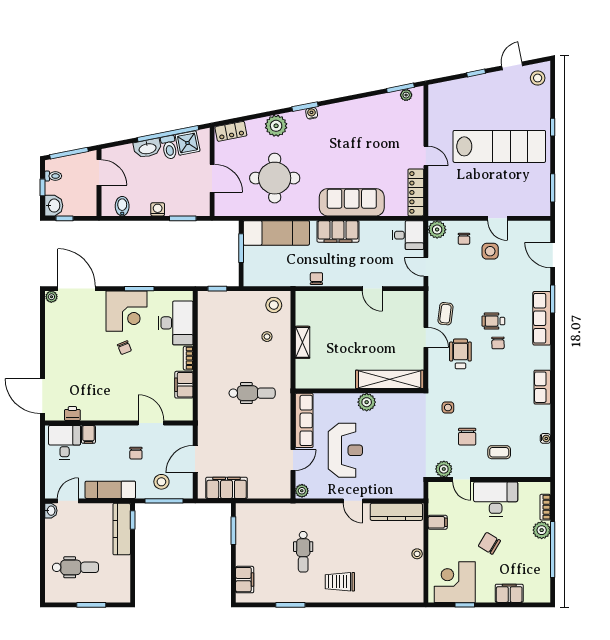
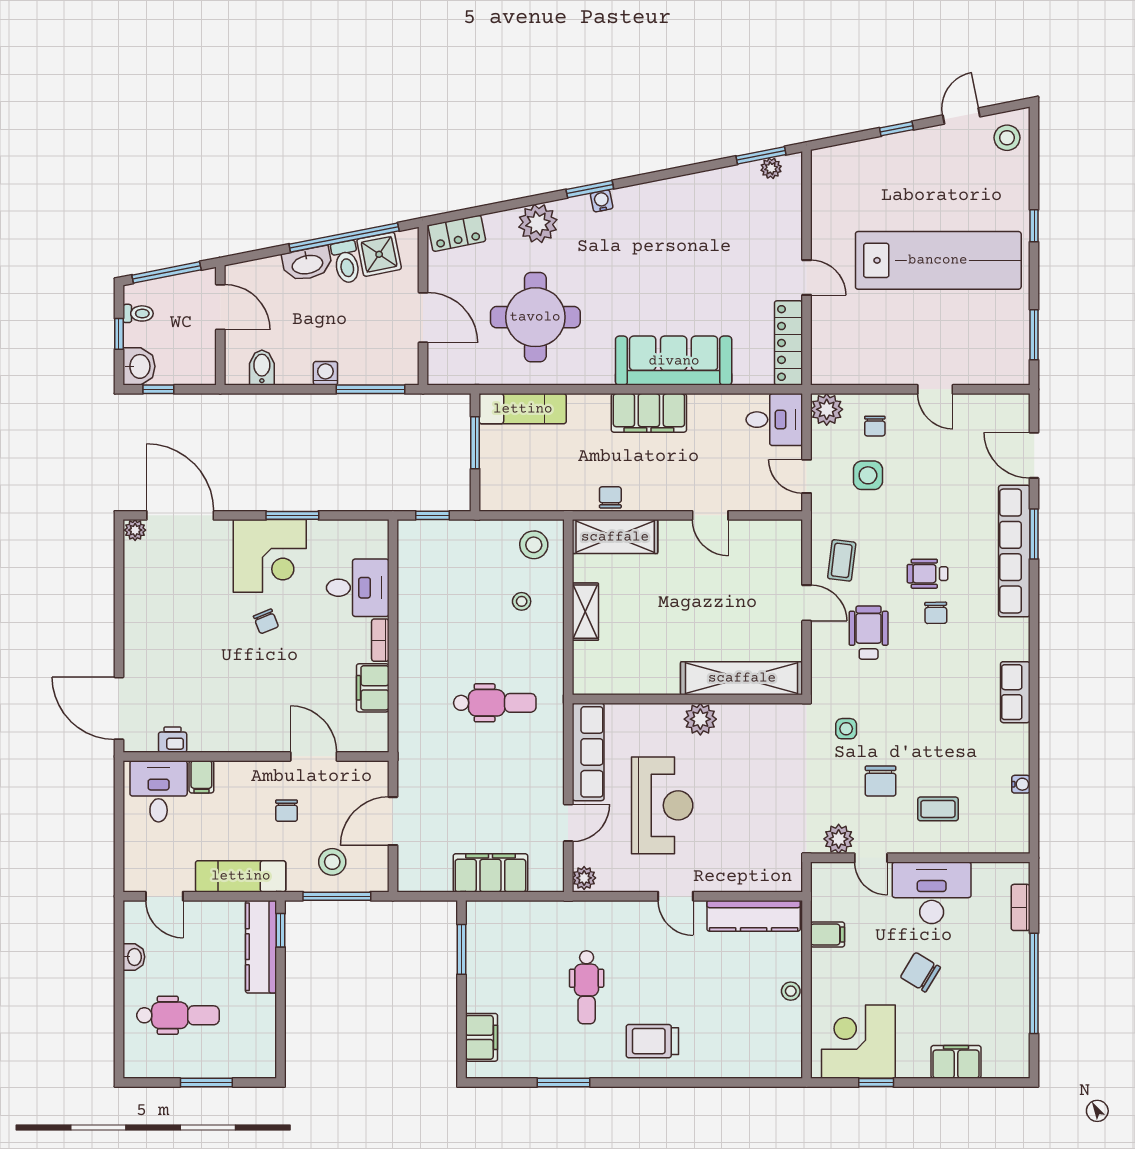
window: (183, 218) -> (371, 389), width x1.44
exam couch: (276, 233) -> (523, 409), width x0.73, depth x0.69
side table: (490, 251) -> (868, 475), moved
shelving: (319, 300) -> (615, 537), added
row of seats: (542, 318) -> (1014, 551), width x1.36
desk: (176, 323) -> (358, 588), width x0.73
filing cabinet: (227, 488) -> (490, 873), moved
door: (68, 501) -> (164, 896), swing flipped
washbasin: (51, 511) -> (134, 957), moved
plant: (542, 530) -> (1014, 949), removed

